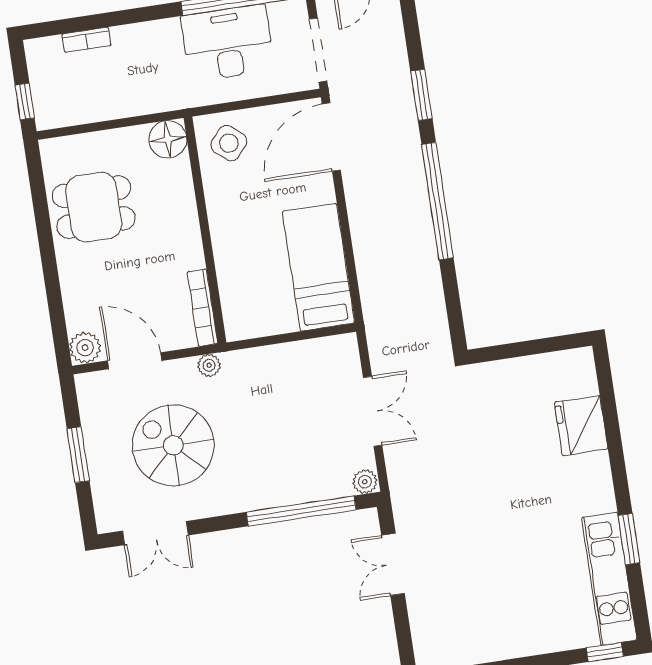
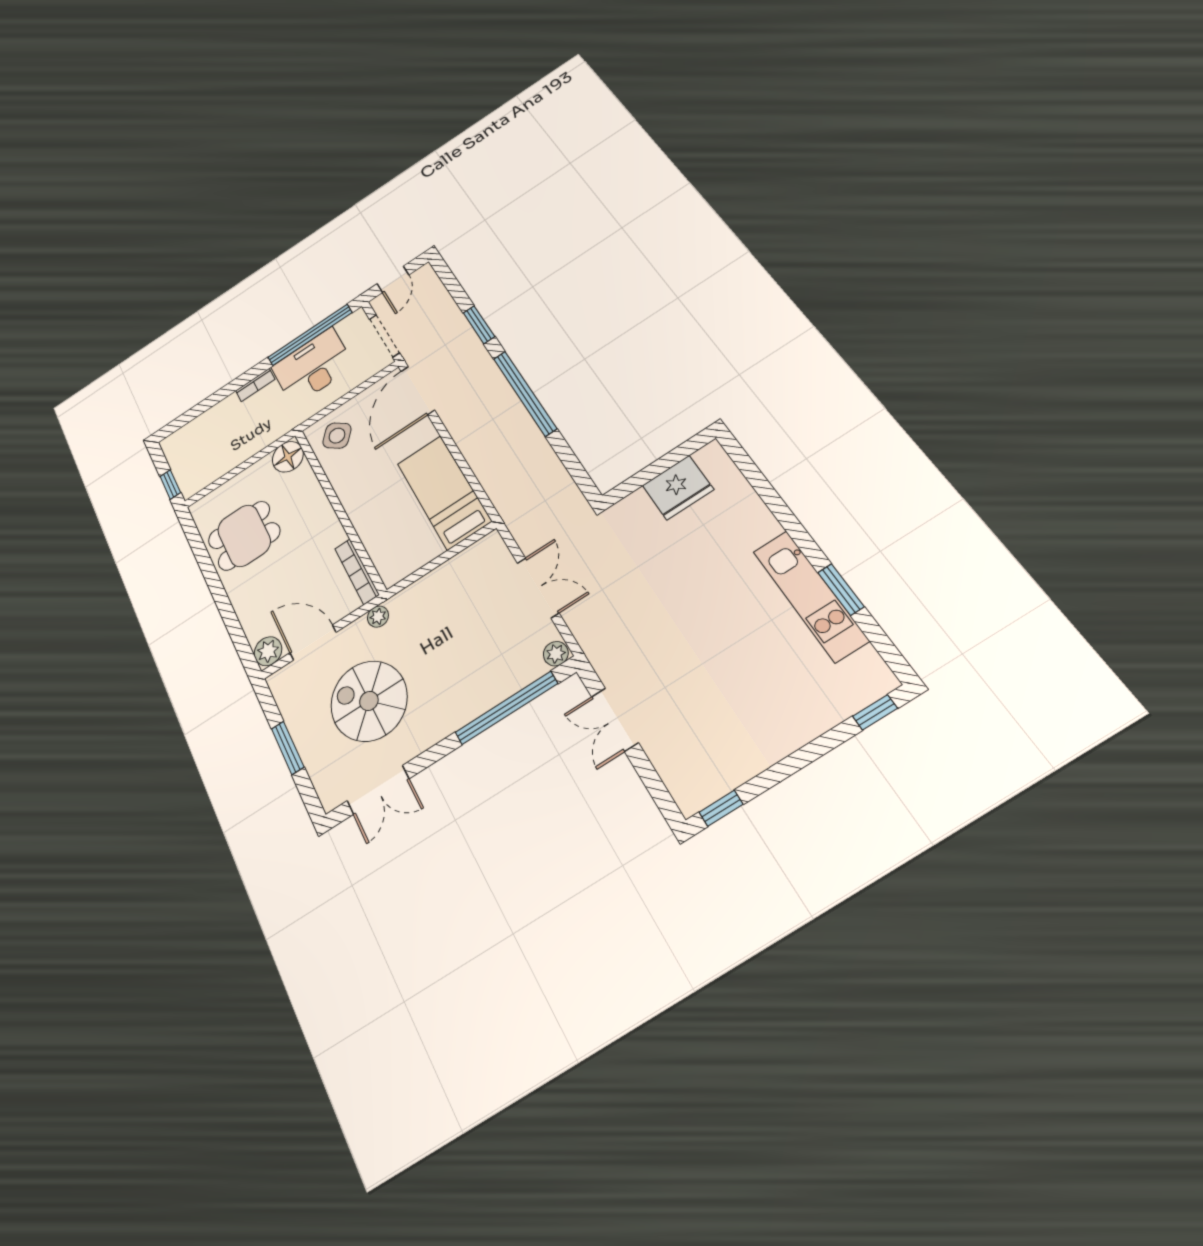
bookcase: (86, 40) -> (255, 385), moved
fridge: (581, 426) -> (678, 487), moved, turned -90
kitchen unit: (609, 579) -> (810, 596), moved

